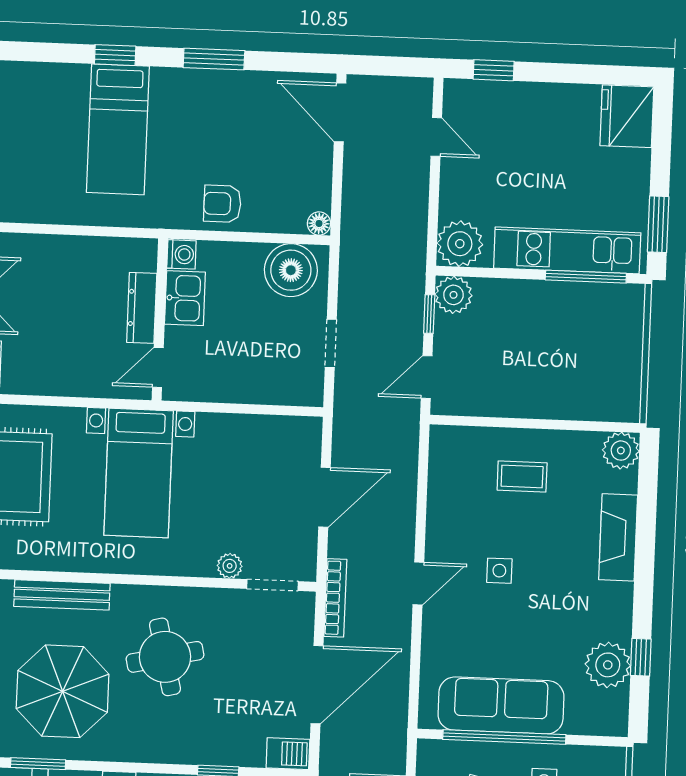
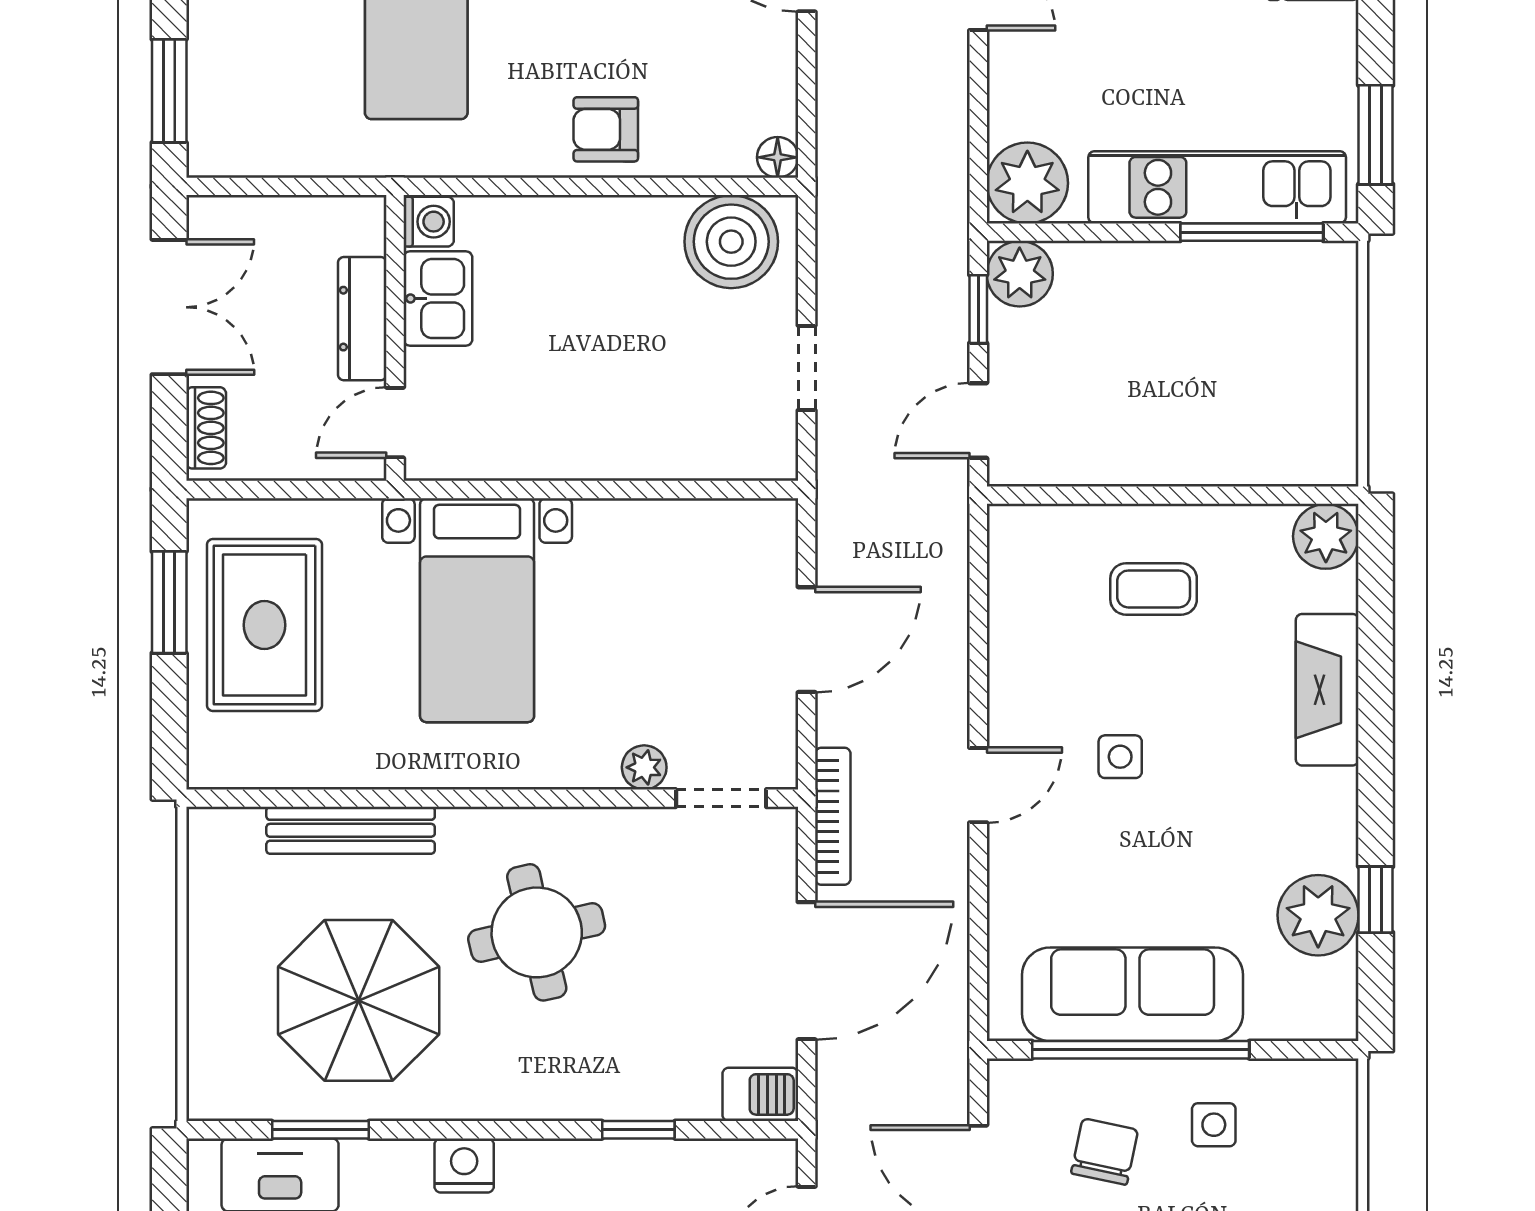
washing machine: (181, 254) -> (429, 222), moved
kitchen sink: (185, 298) -> (438, 298), moved
dresser: (142, 308) -> (362, 319), moved
wall: (160, 319) -> (395, 338), moved
door: (158, 367) -> (395, 423), moved

